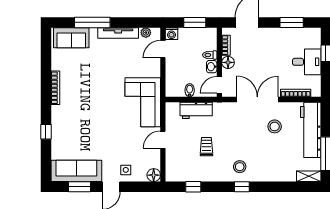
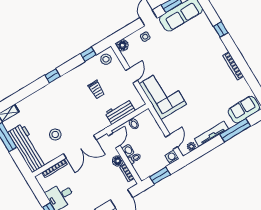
stool: (240, 167) -> (106, 59), moved

